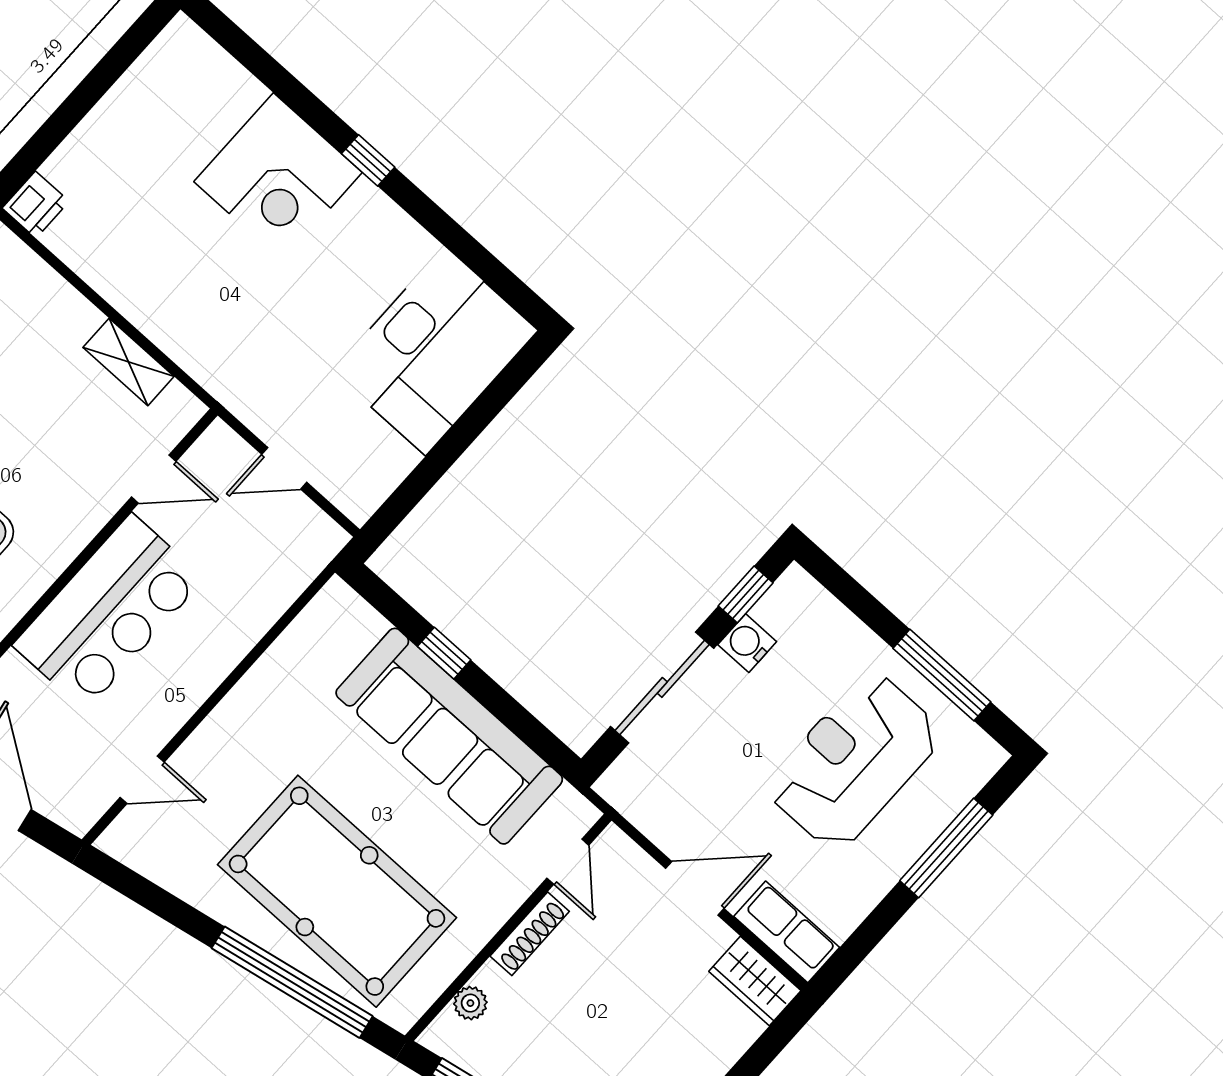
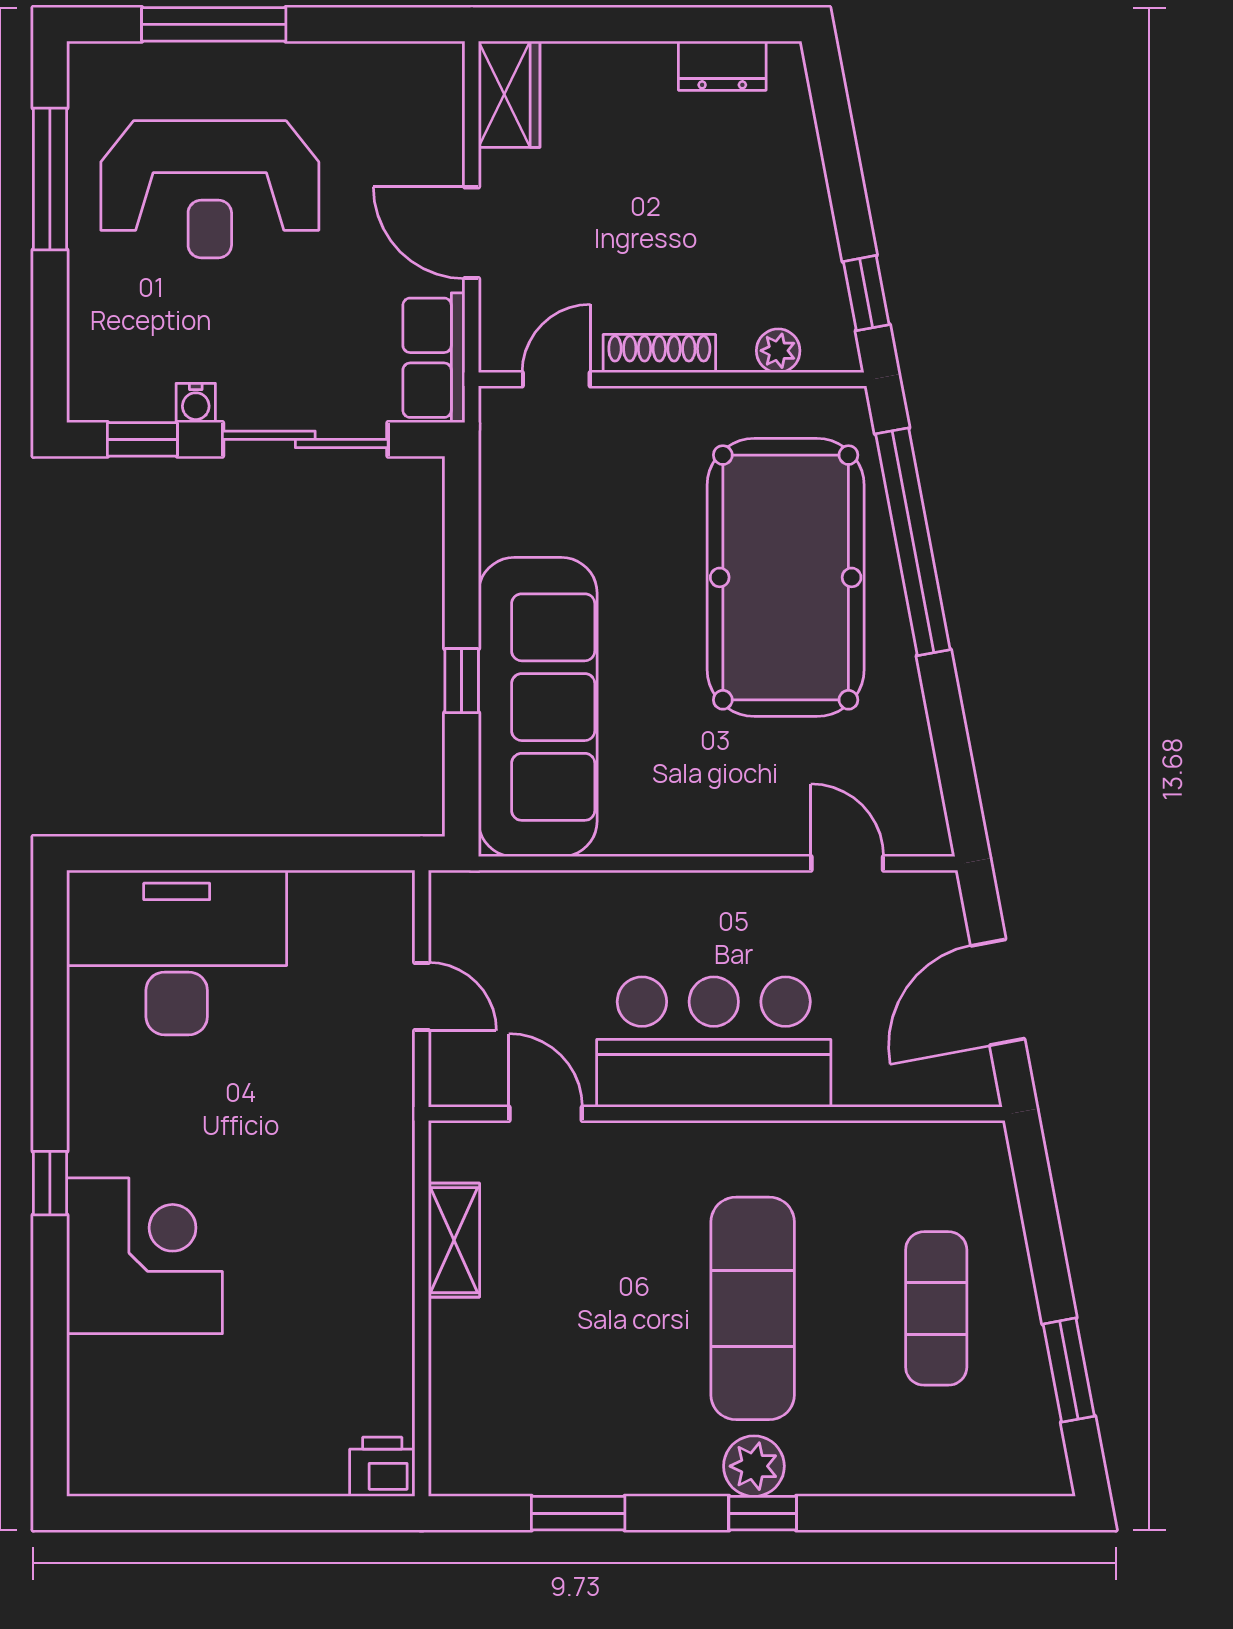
water cooler: (747, 643) -> (196, 403), width x0.72, depth x0.72
sofa: (449, 736) -> (538, 707), moved
row of seats: (787, 932) -> (434, 358), moved

